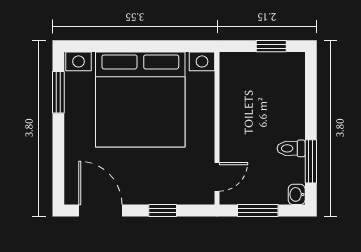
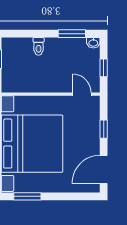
toilet: (291, 148) -> (39, 46), moved
window: (258, 211) -> (104, 68), width x0.67

